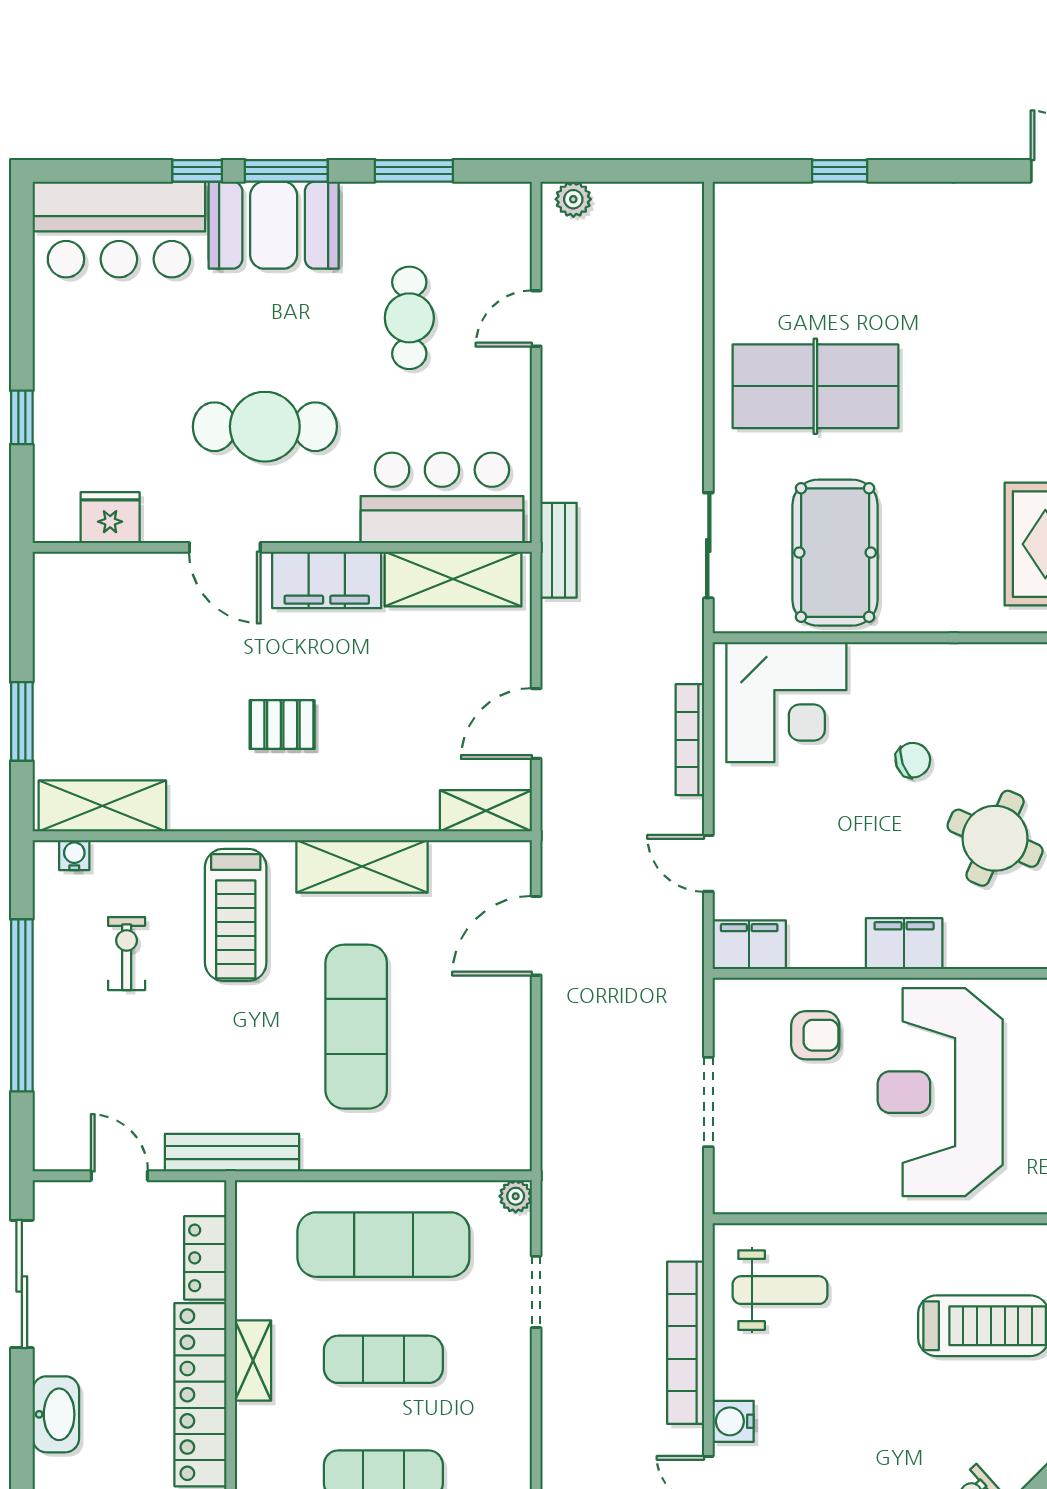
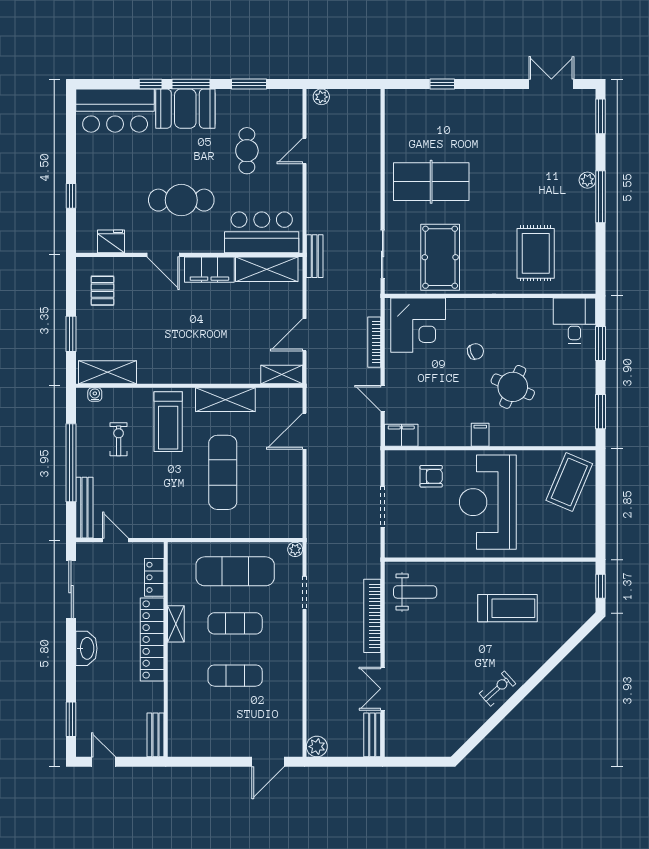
pallet: (282, 725) -> (102, 291), moved, turned 90
filing cabinet: (904, 944) -> (480, 435), width x0.50
bench: (232, 1153) -> (84, 508), moved, turned 90
water cooler: (733, 1421) -> (394, 652), removed

